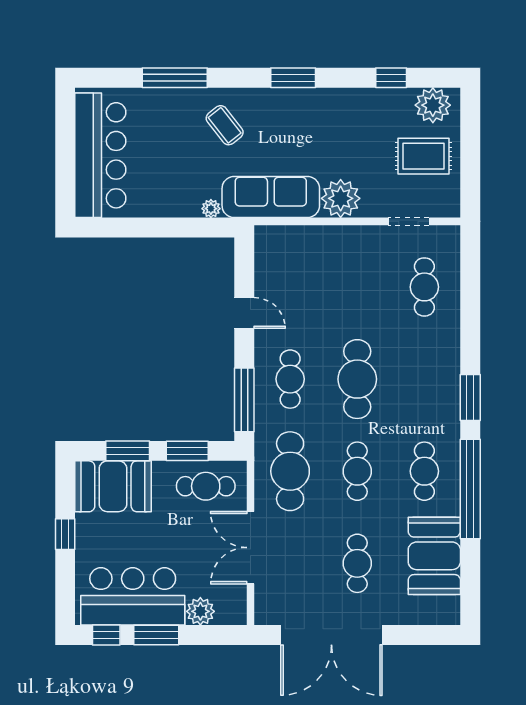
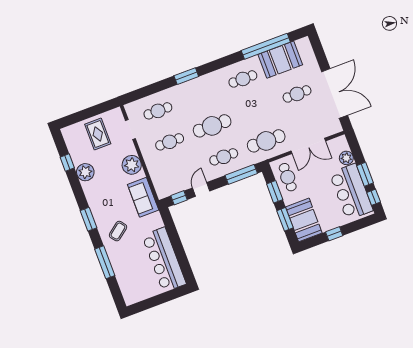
window: (293, 78) -> (89, 219), moved
plant: (433, 105) -> (85, 172), moved
bar counter: (100, 155) -> (164, 260), moved, turned -90
sofa: (271, 197) -> (143, 197), width x0.73
plant: (211, 209) -> (159, 223), removed
window: (244, 265) -> (179, 198), added
window: (470, 397) -> (186, 76), moved
cafe table: (357, 471) -> (170, 142), moved
window: (470, 489) -> (266, 46), moved

